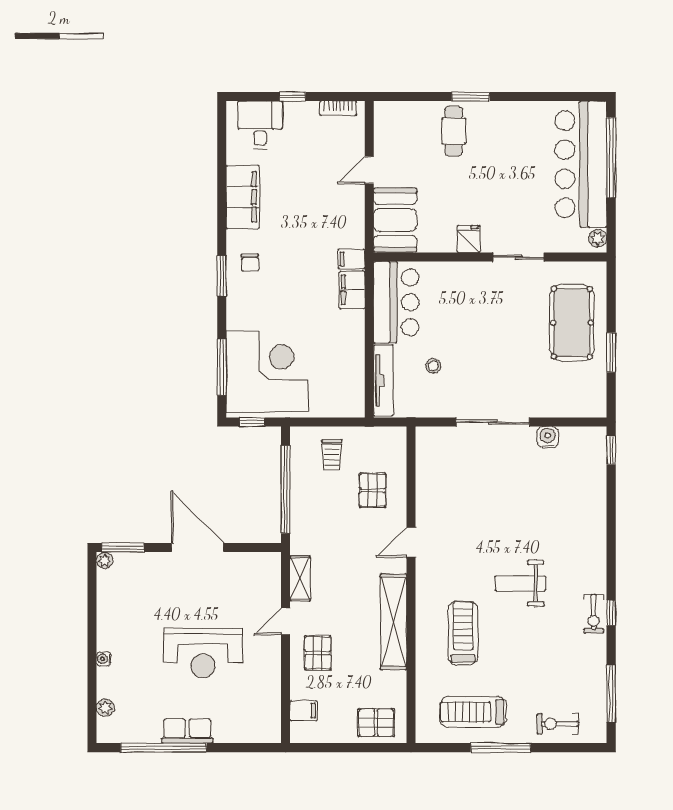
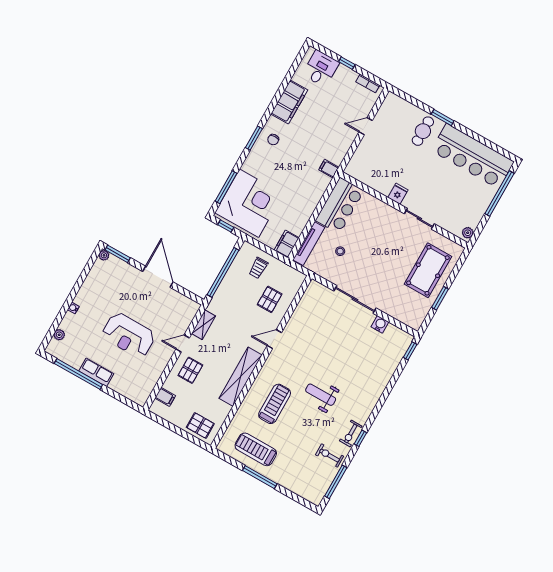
bar counter: (581, 164) -> (473, 156), moved, turned -90
booth: (395, 220) -> (364, 161), removed
filing cabinet: (352, 290) -> (286, 244), moved
exercise bike: (558, 724) -> (330, 456), moved

